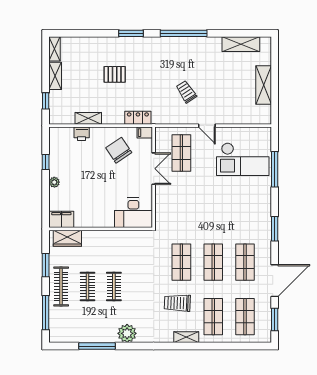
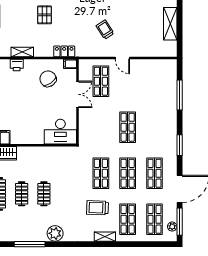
pallet: (115, 74) -> (45, 15), turned 90
checkout: (243, 159) -> (153, 86), removed
shop shelf: (213, 208) -> (128, 127), added
window: (275, 319) -> (180, 222), width x1.44
plant: (266, 325) -> (172, 227), added

